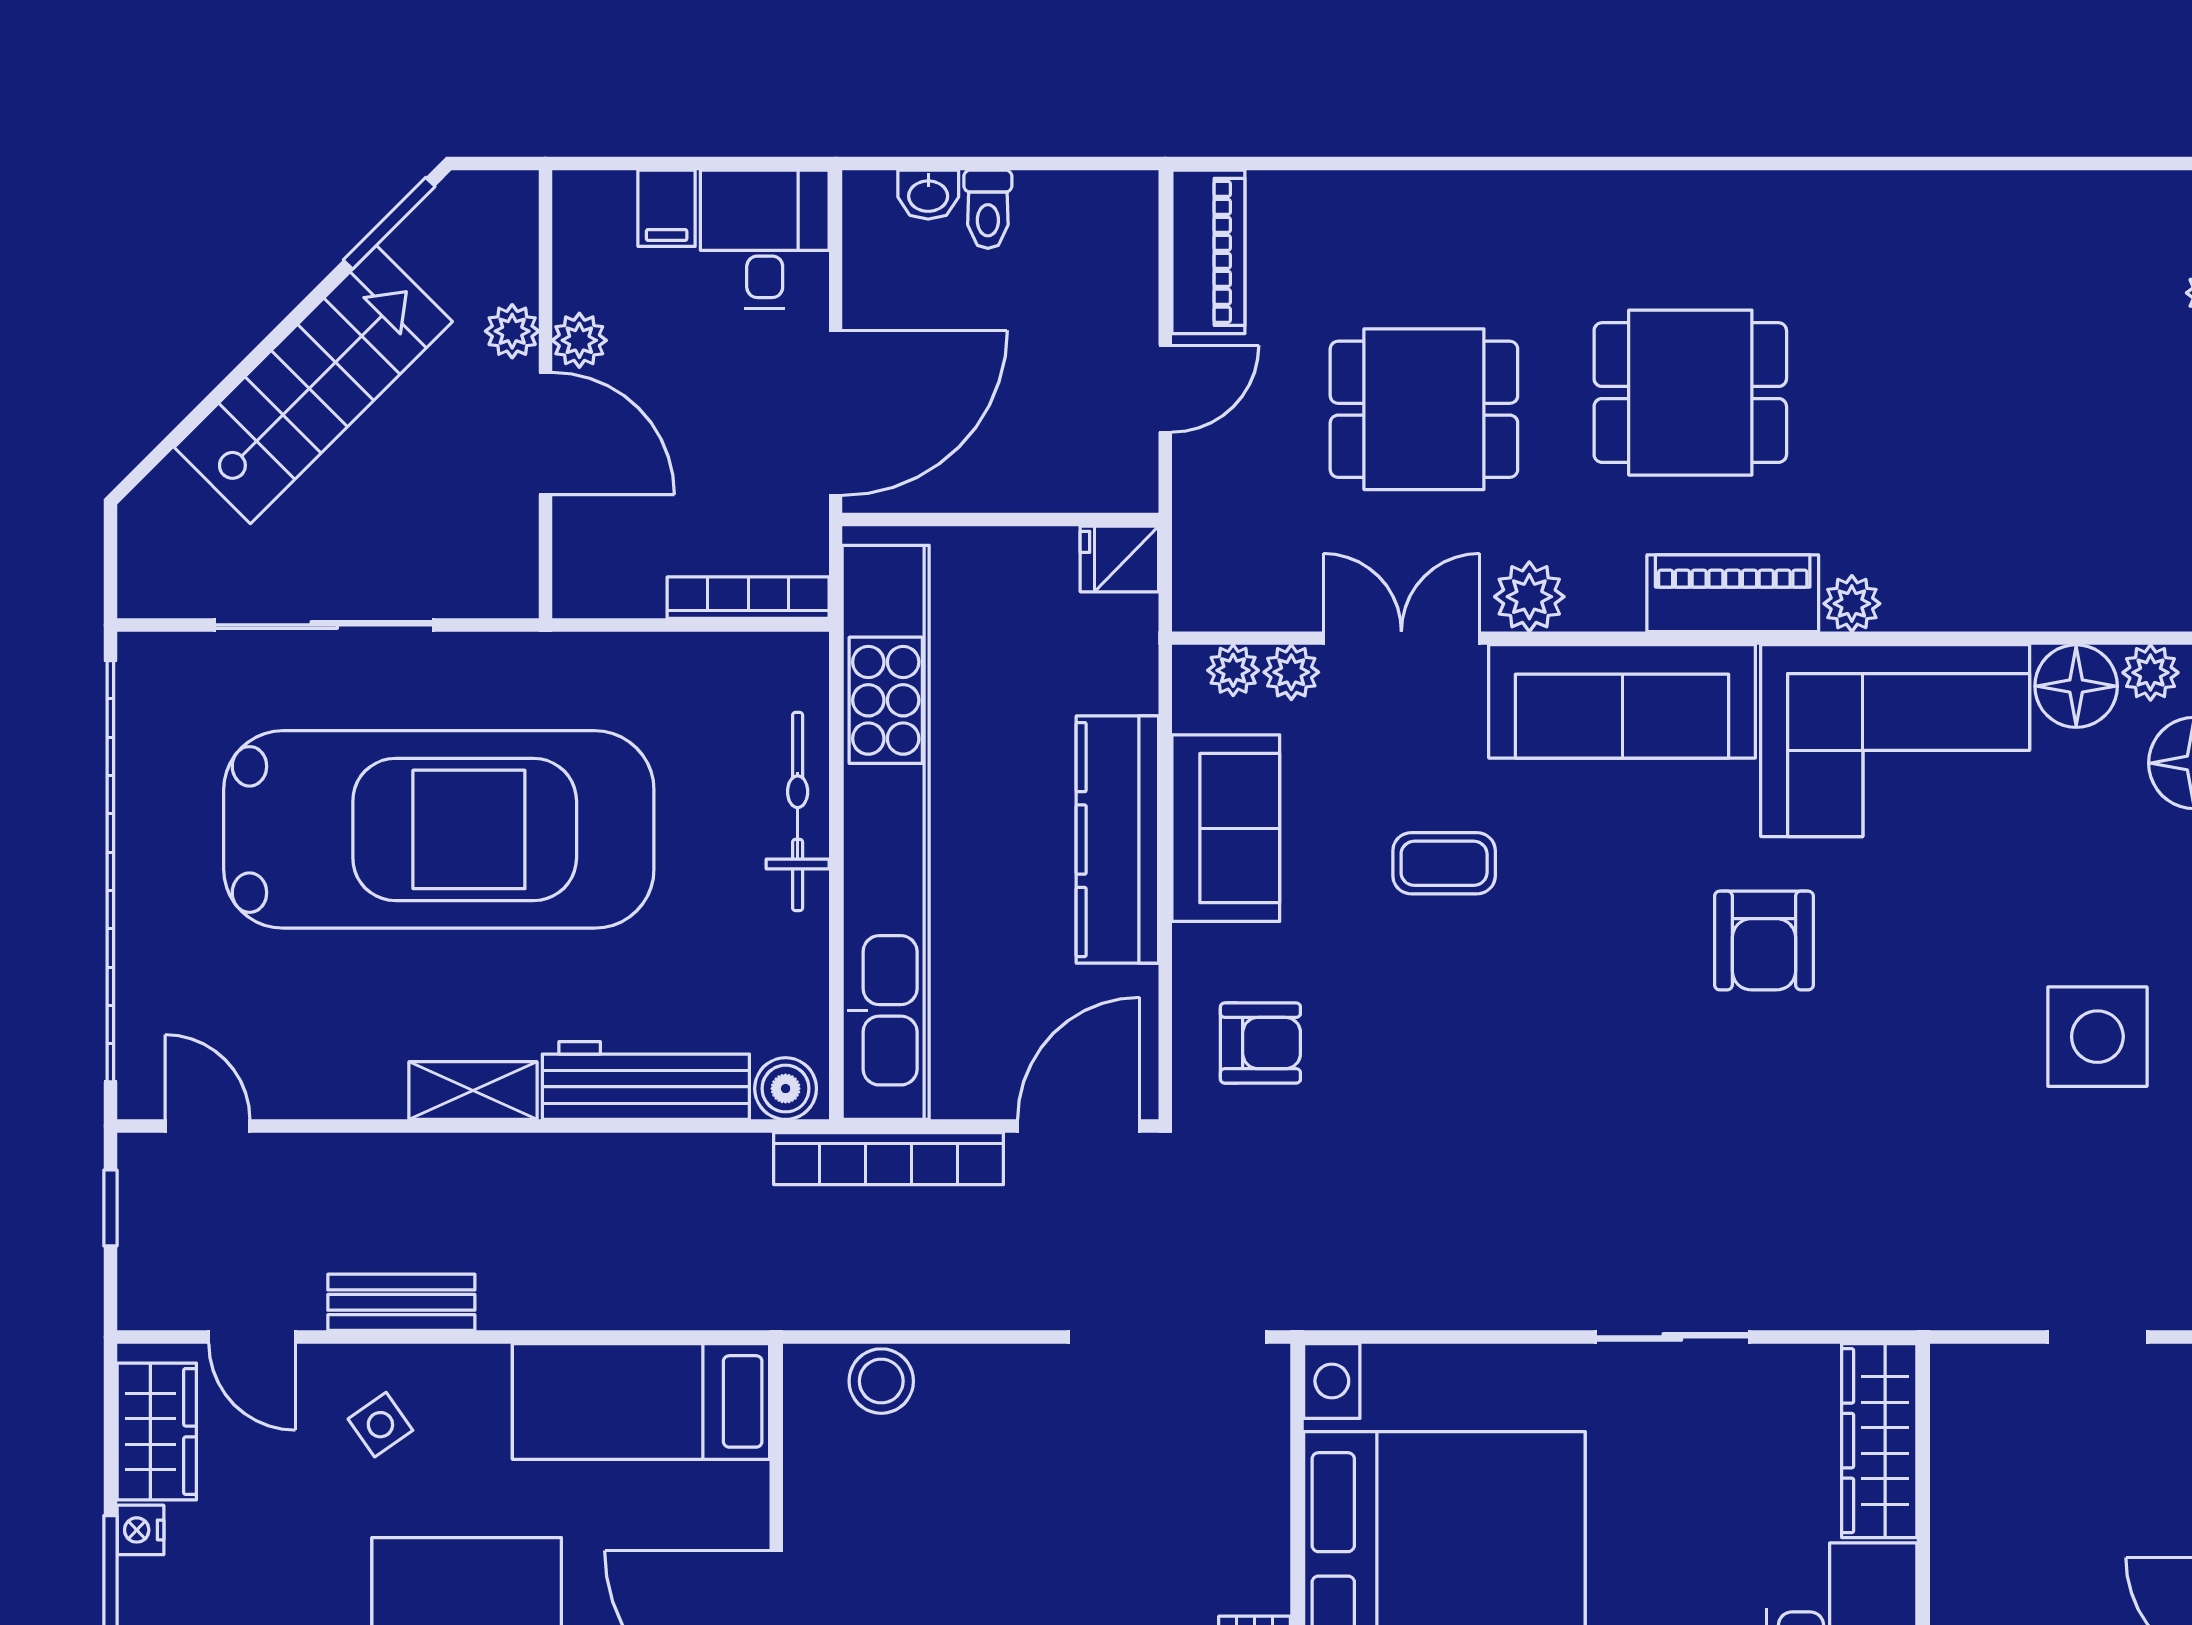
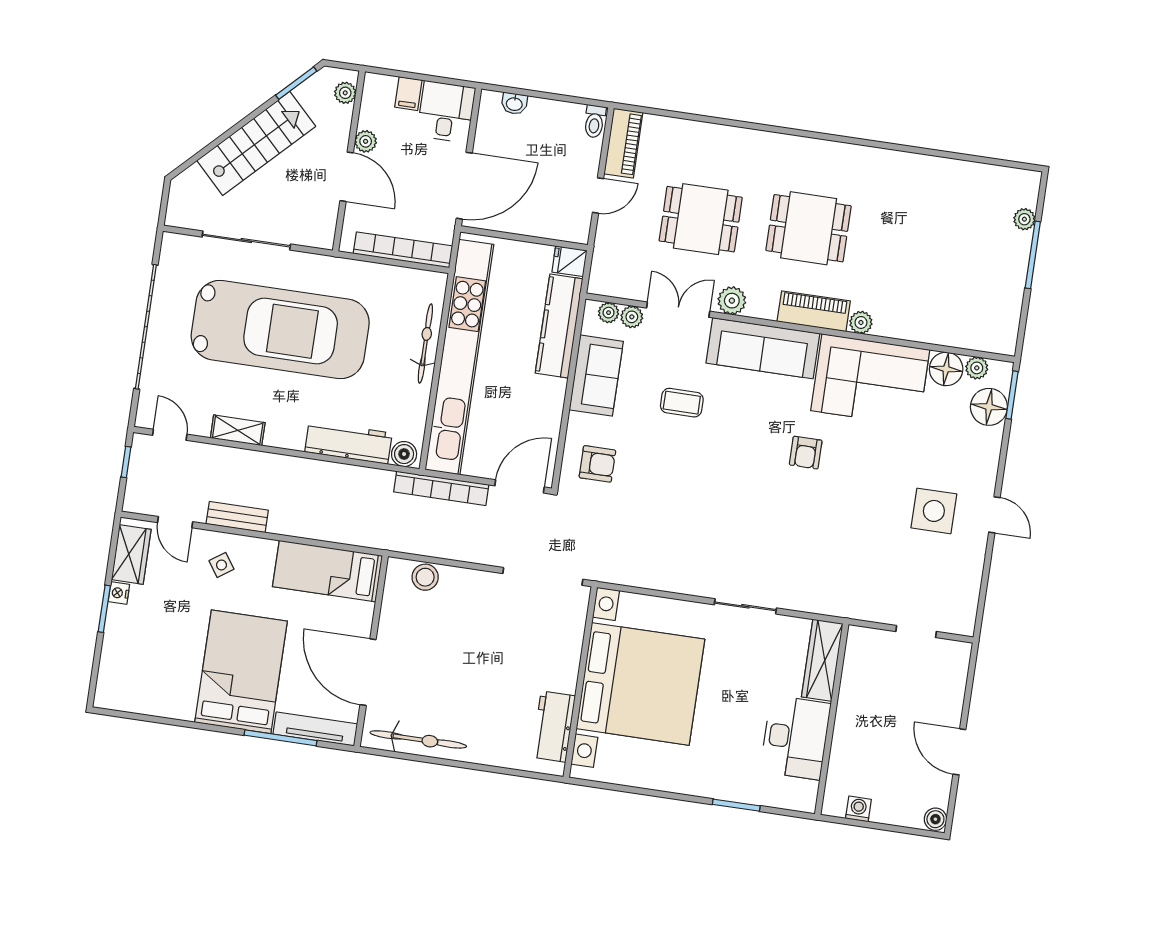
toilet: (988, 209) -> (595, 121), moved
plant: (512, 331) -> (345, 93), moved
bookcase: (748, 598) -> (403, 250), width x1.48, depth x1.31
kitchen counter: (1117, 840) -> (559, 326), moved
garage door: (110, 871) -> (146, 327), width x0.73
armchair: (1764, 940) -> (806, 453), width x0.72, depth x0.72
shelving: (473, 1091) -> (238, 430), moved

